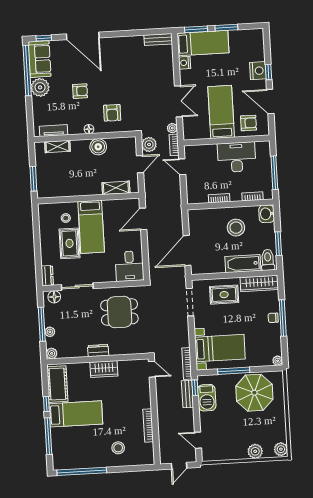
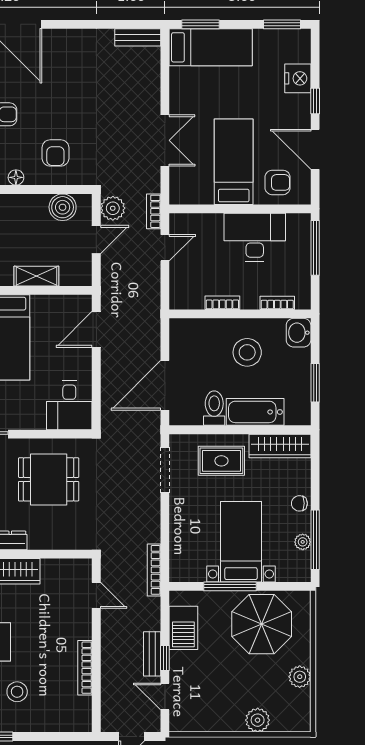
window: (226, 28) -> (282, 24), moved
nightstand: (185, 63) -> (179, 78), removed
nightstand: (258, 71) -> (298, 78), moved
plant: (172, 128) -> (152, 184), removed
boiler: (98, 147) -> (63, 207), moved
door: (182, 167) -> (165, 248), swing flipped
window: (274, 173) -> (315, 248), moved
shelving: (116, 188) -> (36, 276), moved
toilet: (268, 260) -> (214, 408), moved
window: (283, 318) -> (315, 540), moved
bed with nightstands: (220, 348) -> (241, 542), moved, turned -90
plant: (278, 361) -> (303, 542), moved
door: (152, 369) -> (96, 595), moved
window: (195, 388) -> (165, 658), moved
bench: (187, 394) -> (152, 654), moved
stool: (118, 448) -> (17, 692), moved
plant: (281, 449) -> (300, 677), moved

